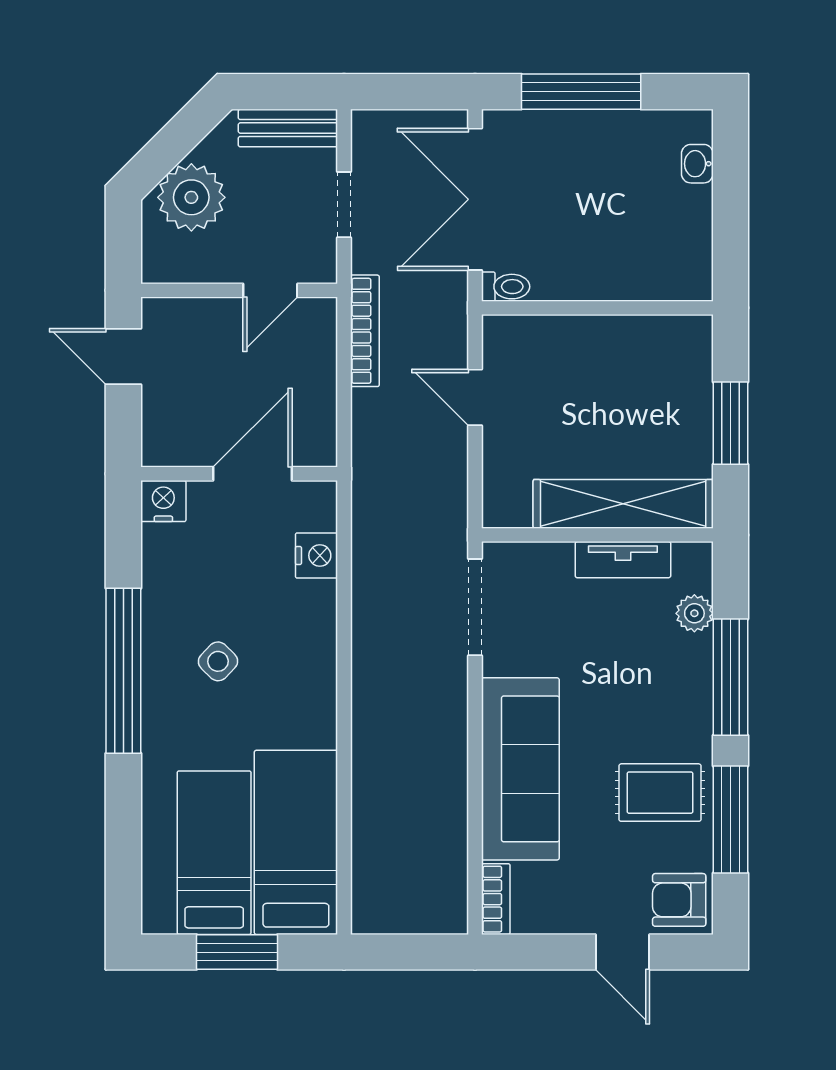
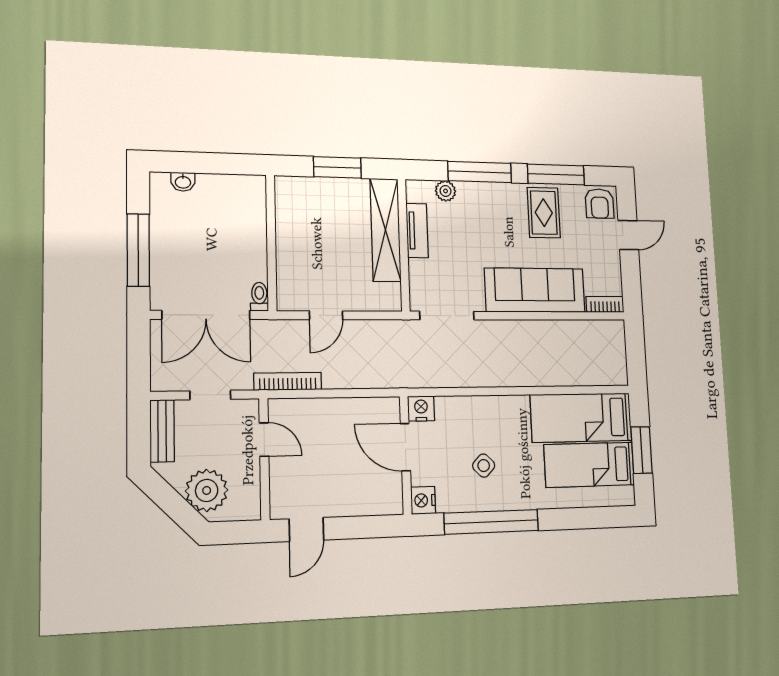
wall: (239, 474) -> (406, 455), moved
door: (252, 474) -> (405, 447), moved
nightstand: (163, 501) -> (423, 500), moved

